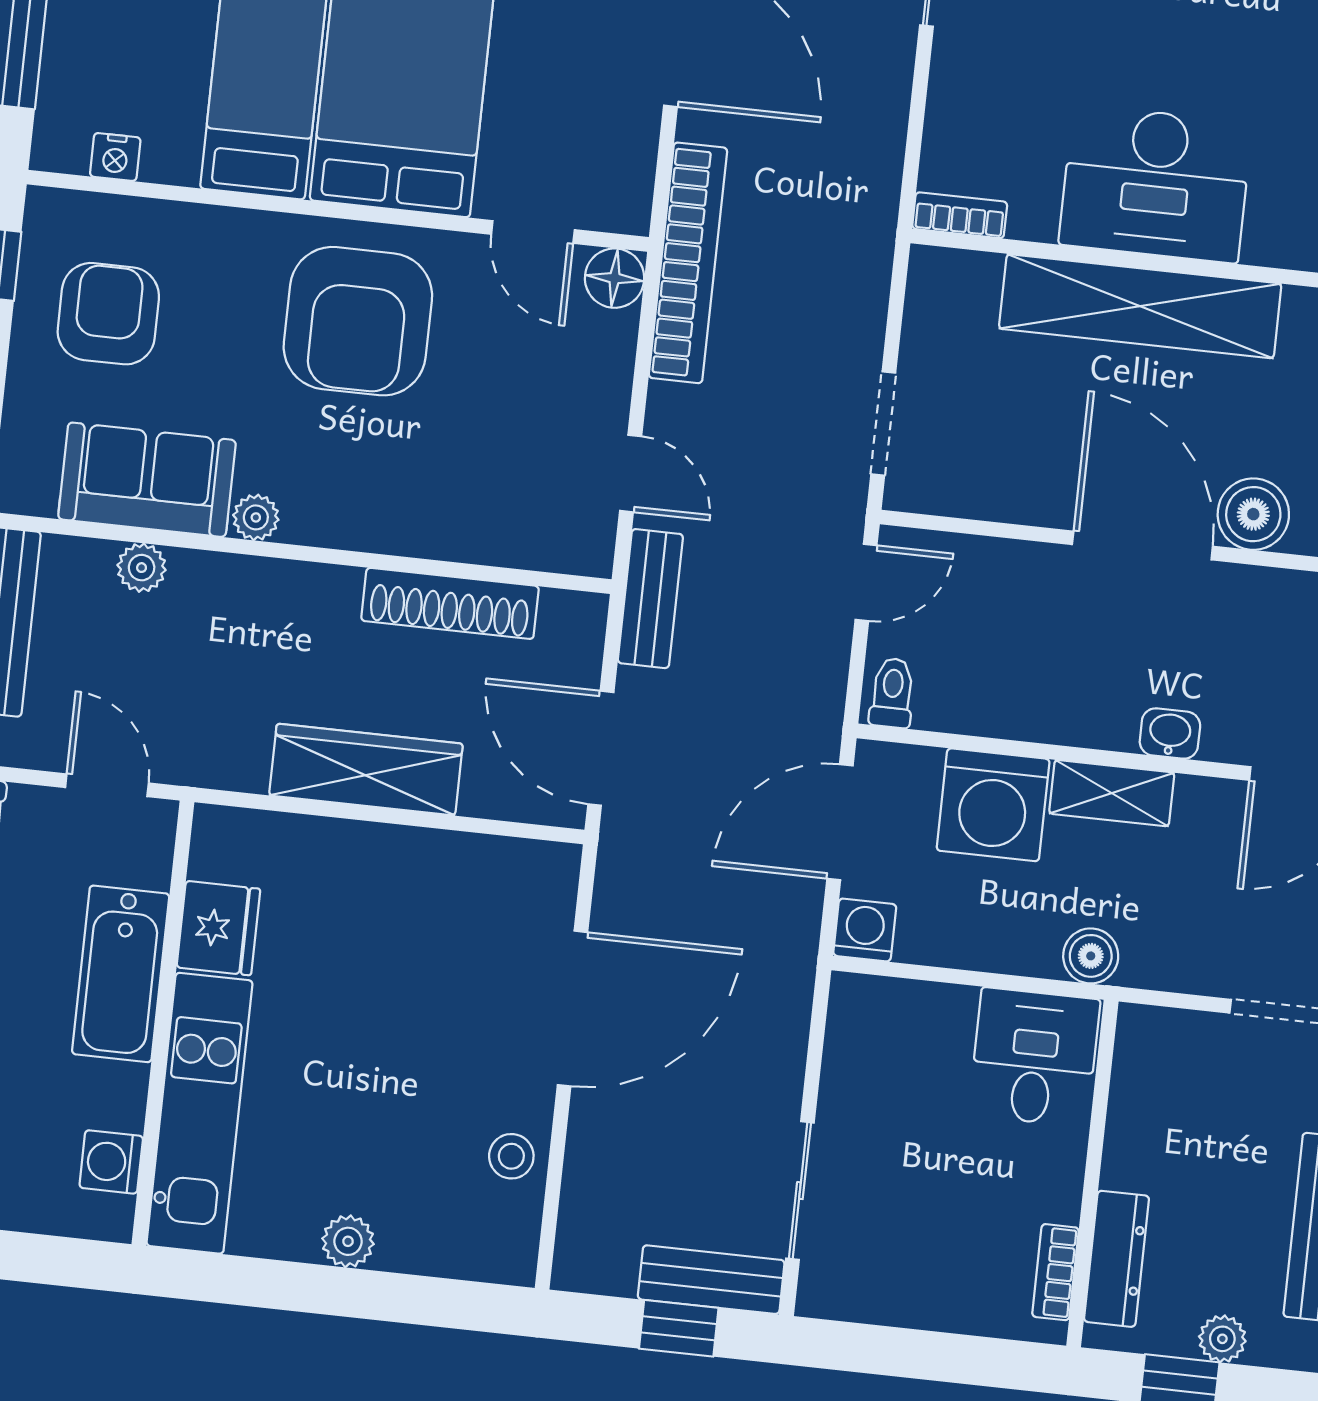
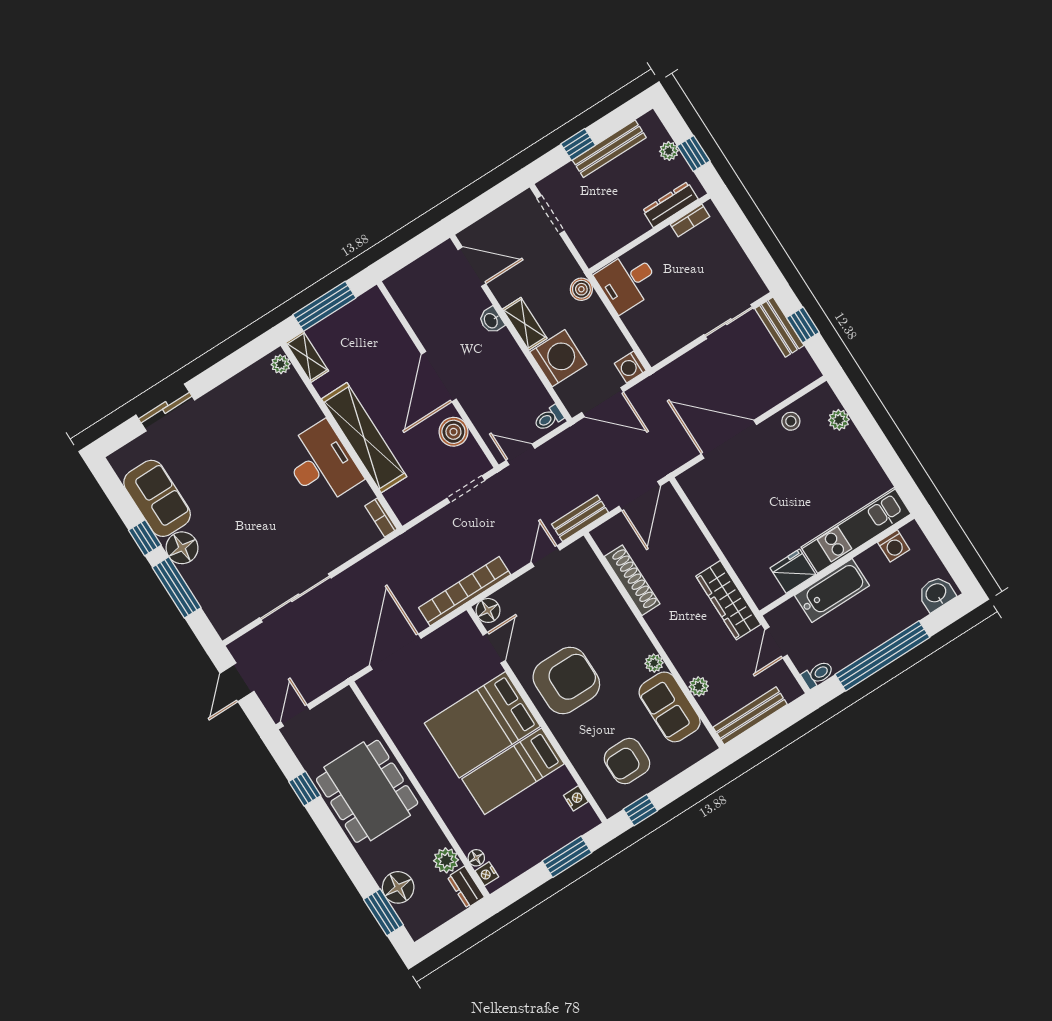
boiler: (1253, 514) -> (453, 432), moved
wardrobe: (366, 770) -> (728, 600), moved
plant: (348, 1241) -> (839, 420), moved

